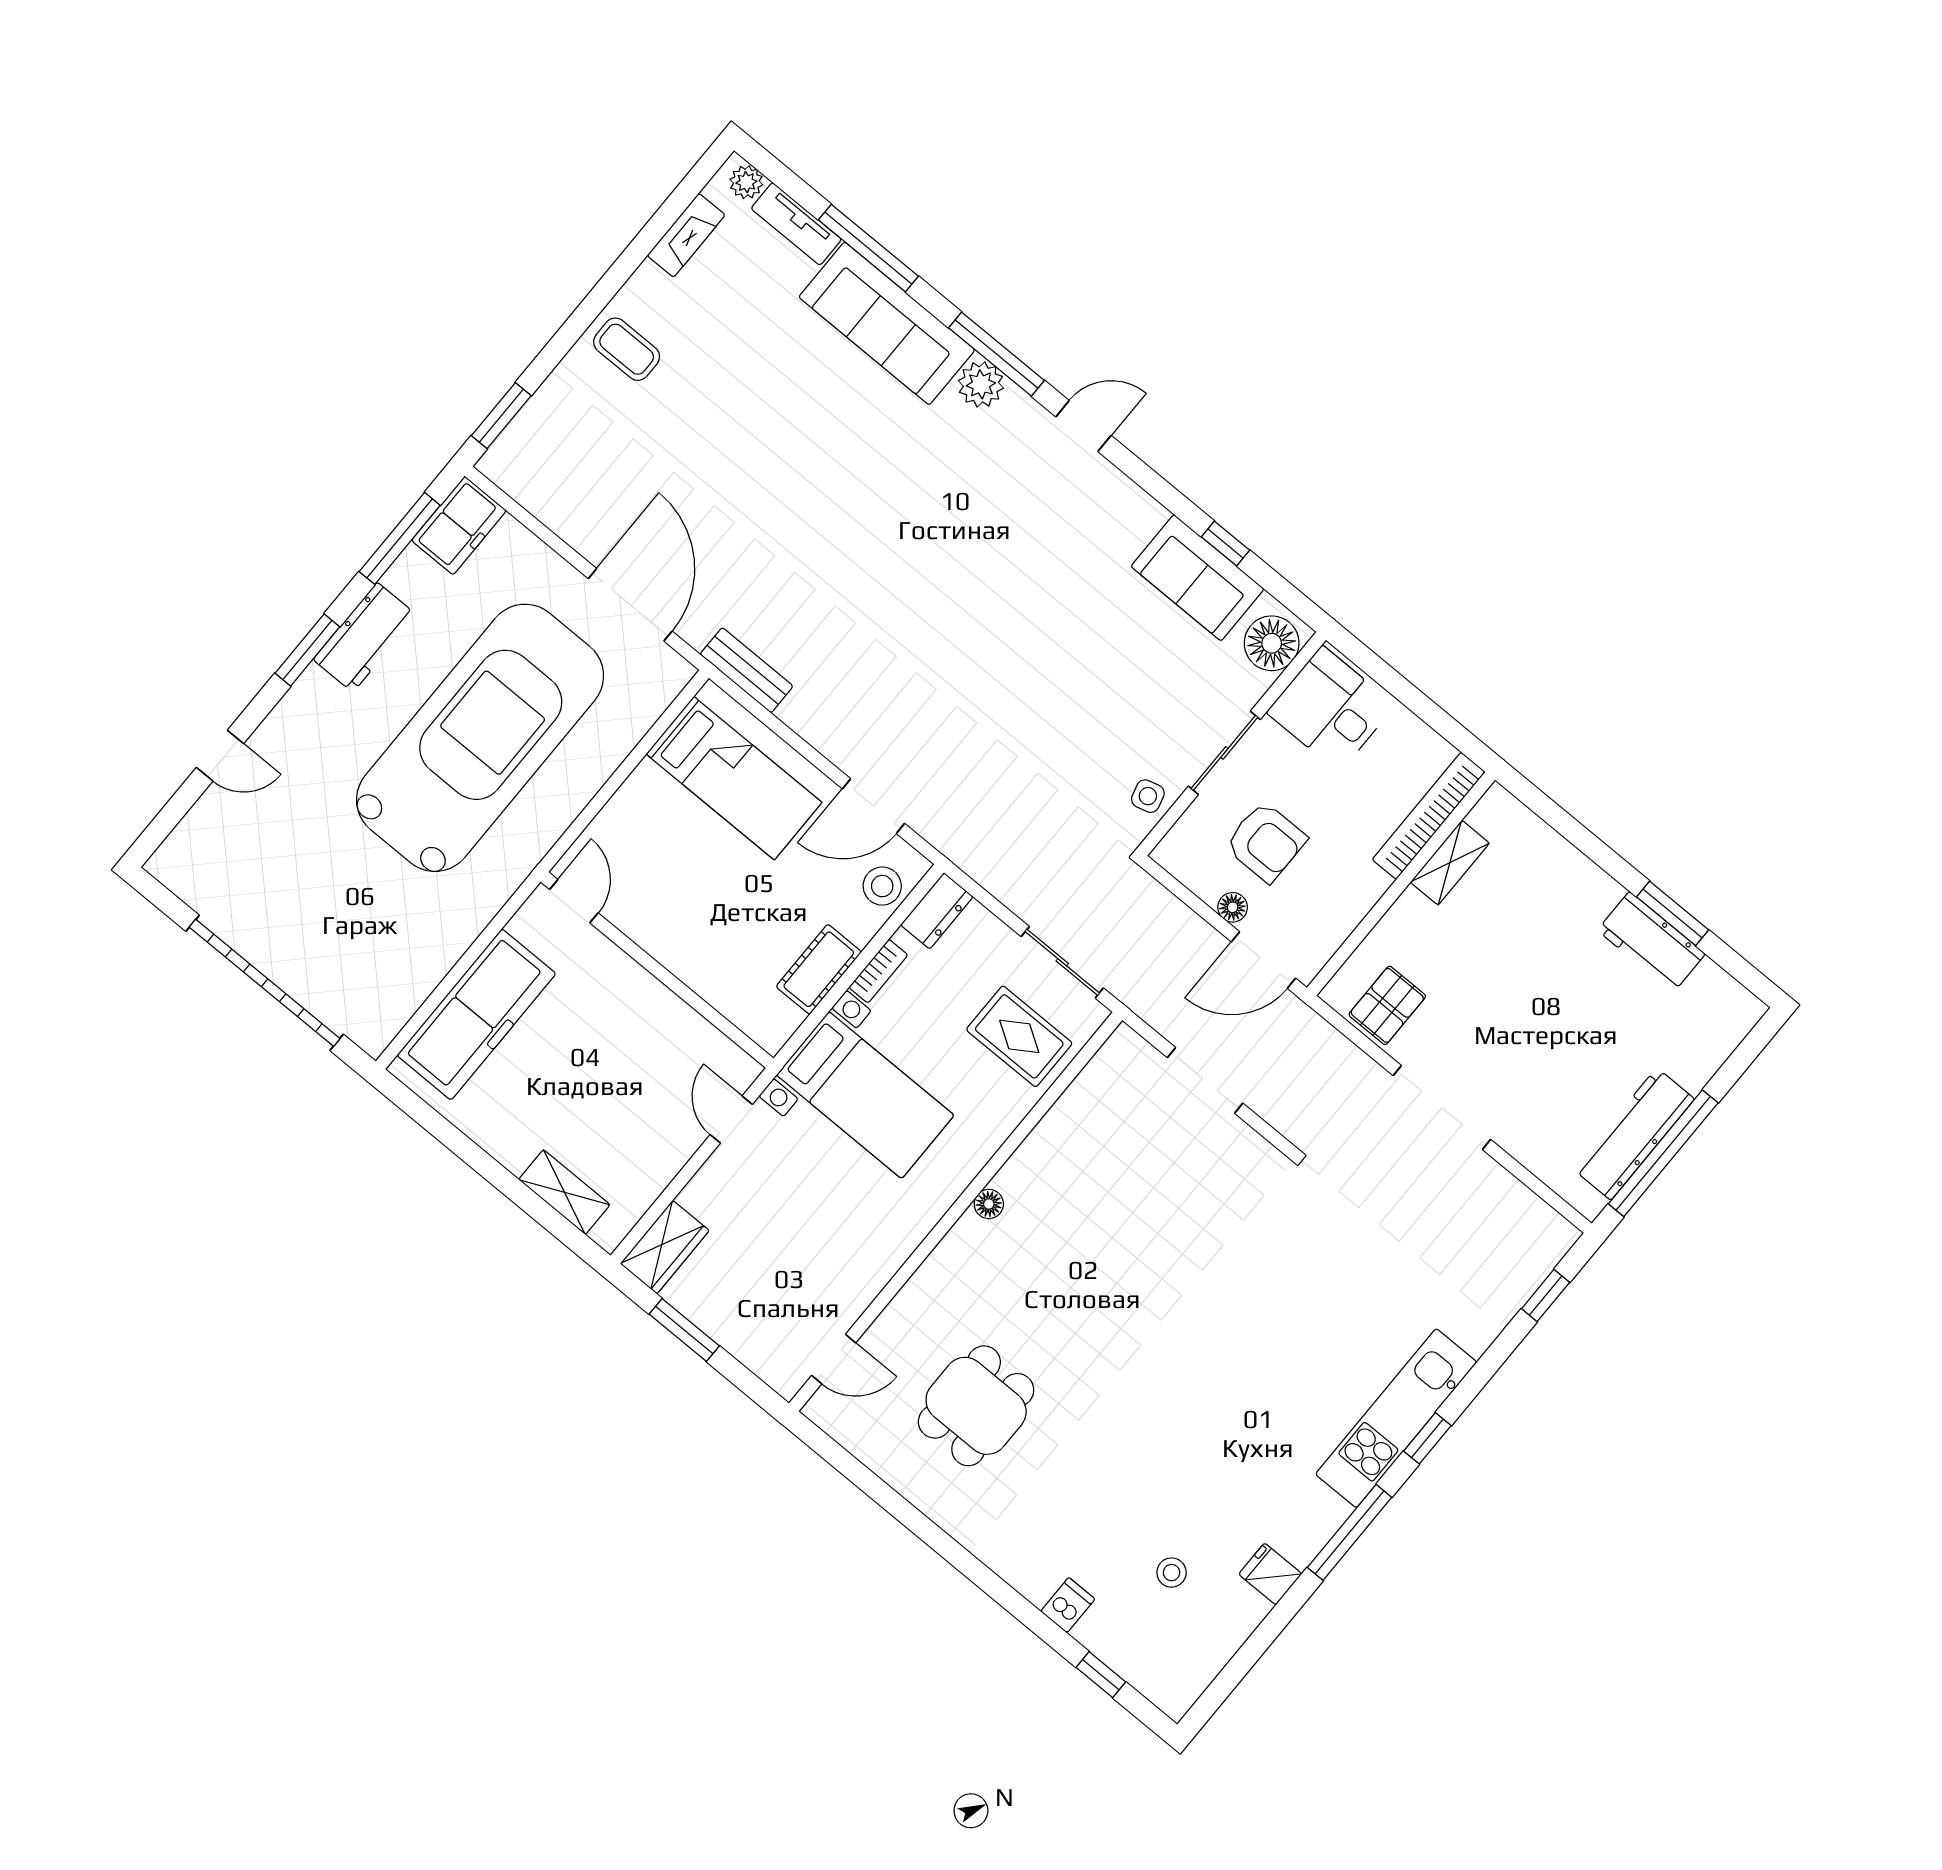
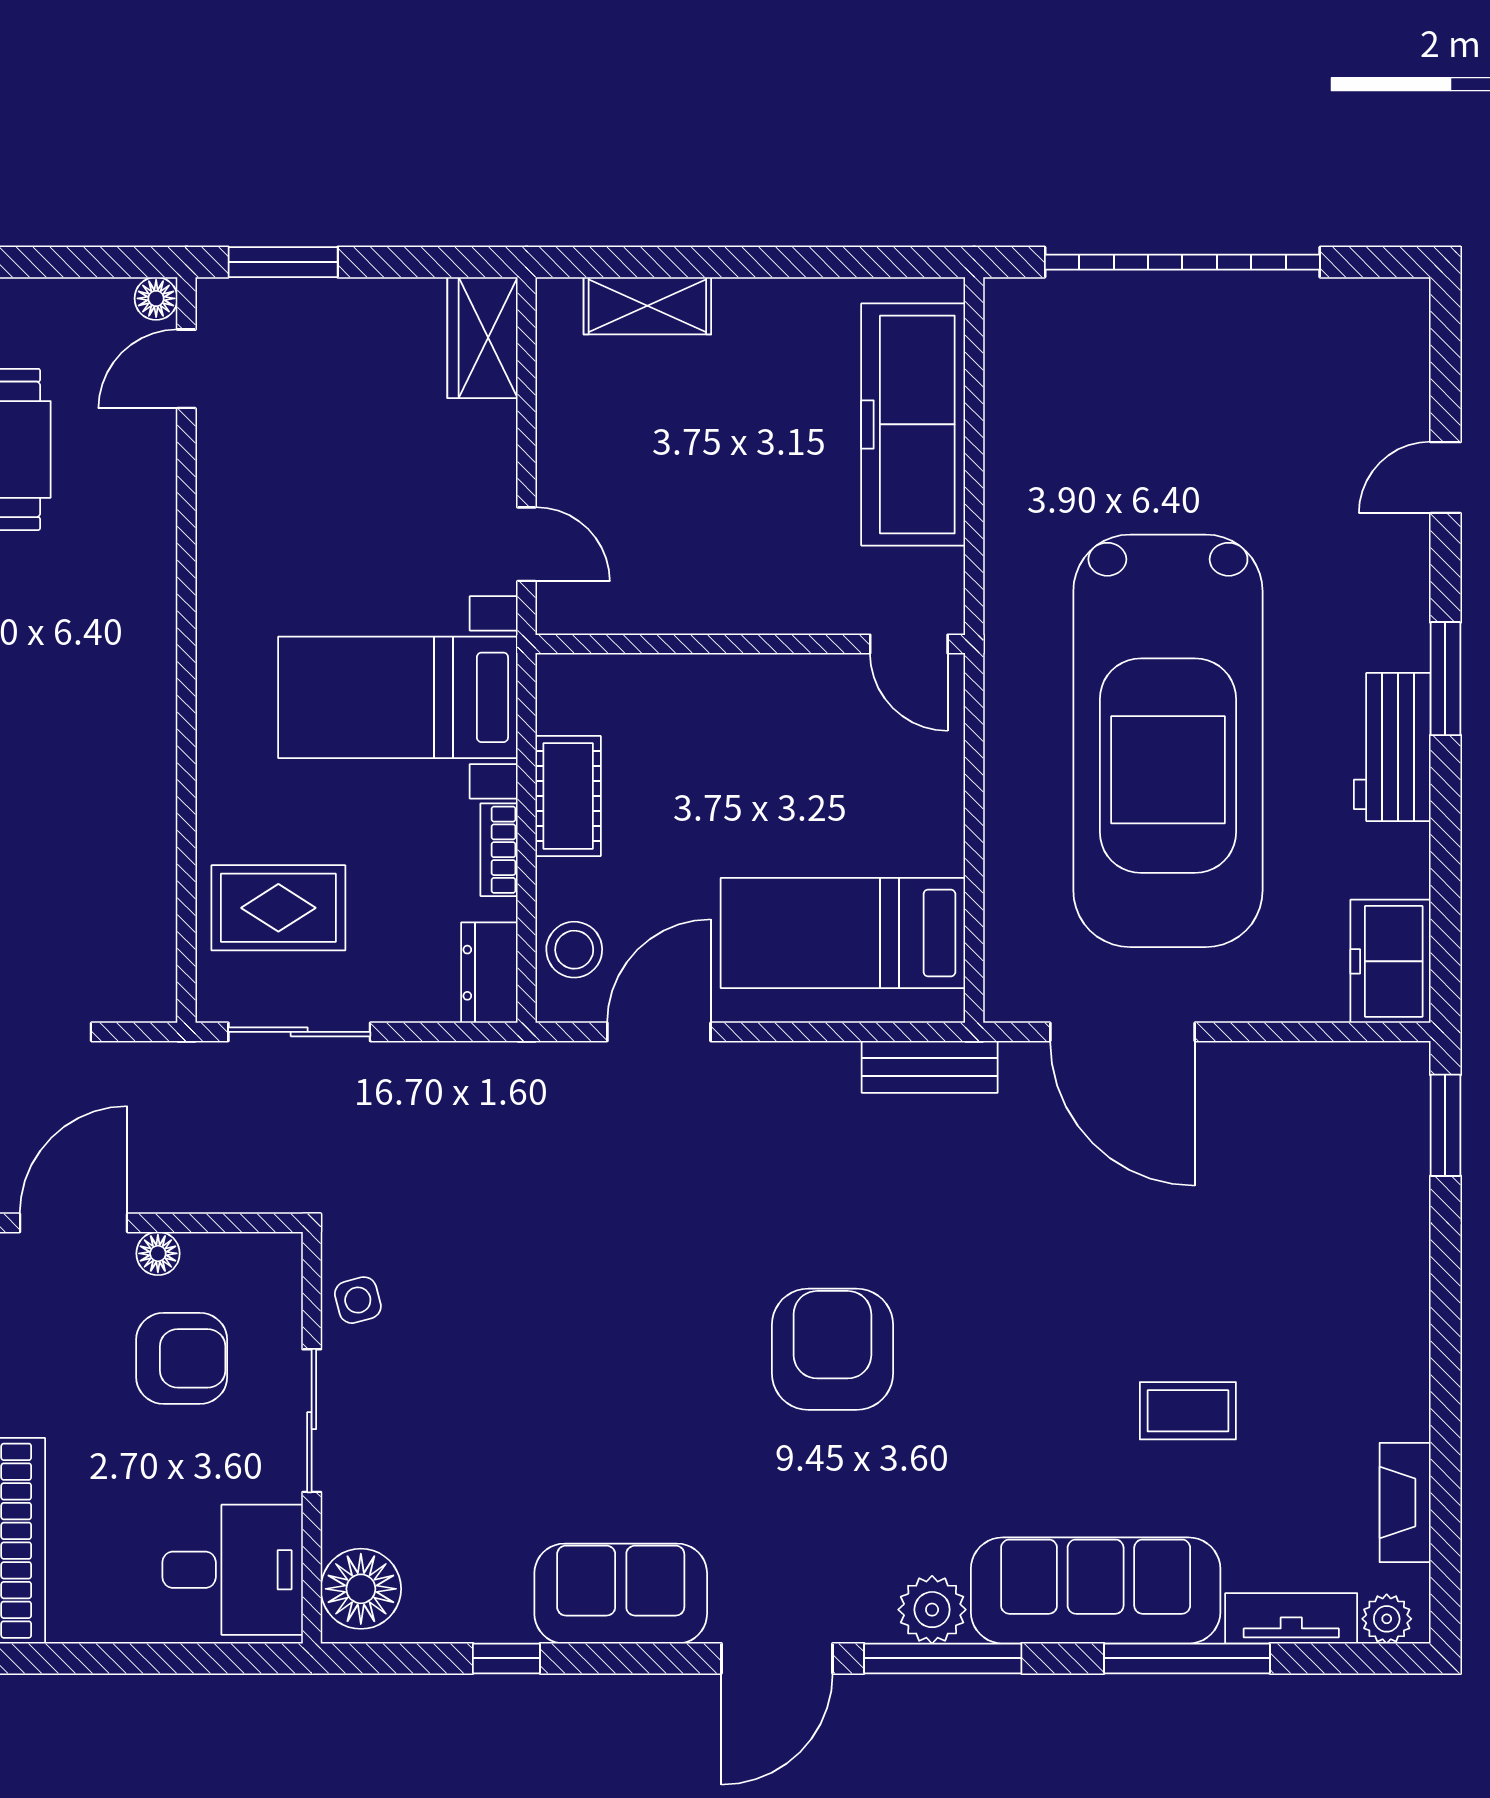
coffee table: (627, 349) -> (1188, 1411), moved
door: (1083, 426) -> (777, 1658), width x1.38
window: (400, 538) -> (1445, 891), removed
armchair: (920, 564) -> (832, 1349), added
sofa: (1198, 578) -> (621, 1594), moved
armchair: (1266, 842) -> (182, 1358), turned 180
floor lamp: (989, 1204) -> (156, 298), moved
window: (684, 1330) -> (283, 262), moved

